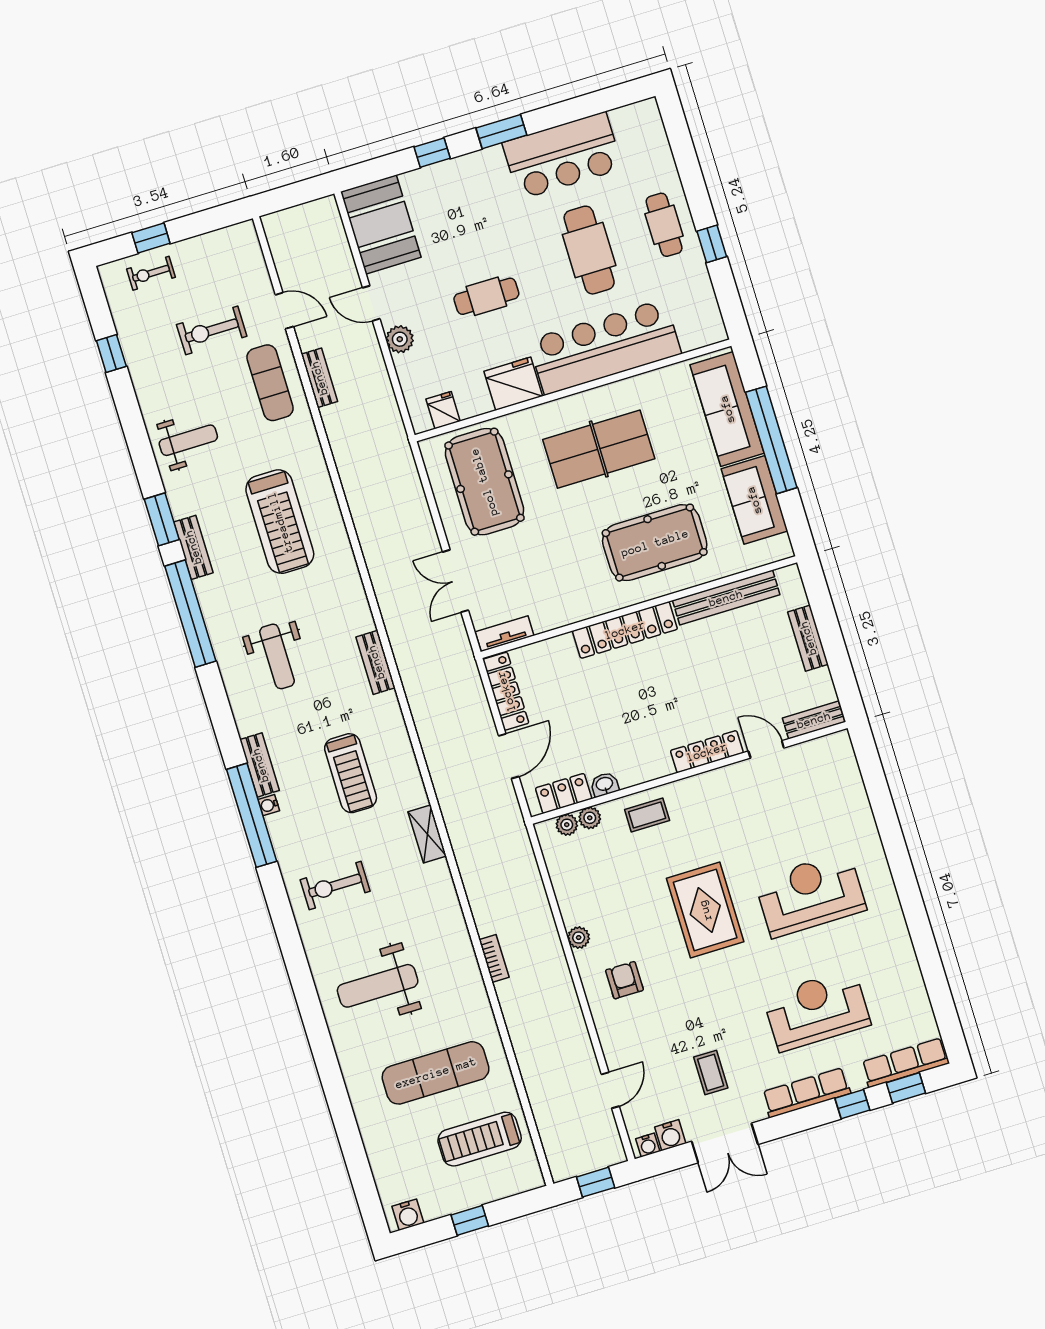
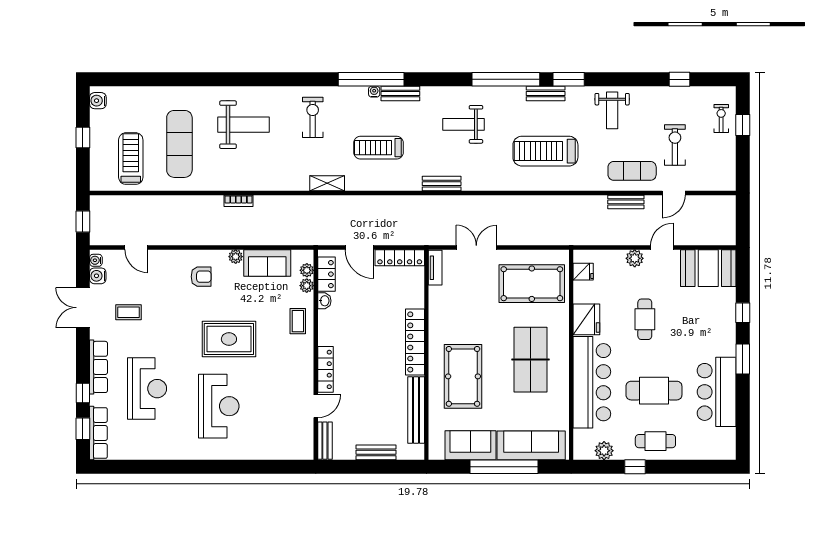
plant: (702, 297) -> (604, 451), added
sofa: (574, 887) -> (267, 263), added
weight bench: (378, 986) -> (243, 125), turned 90

